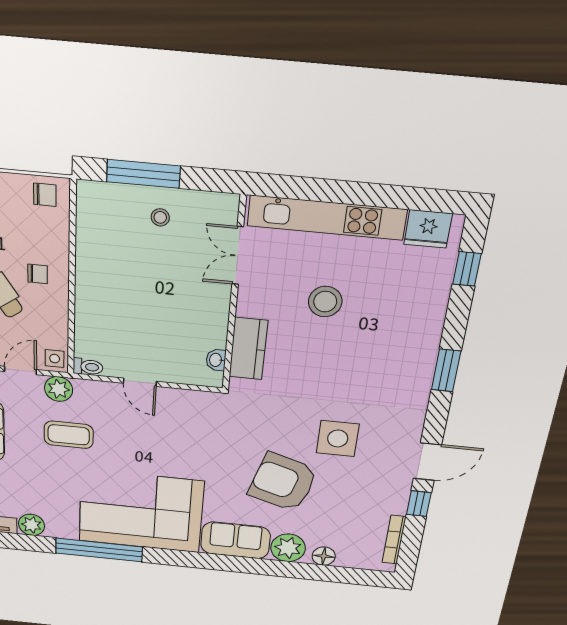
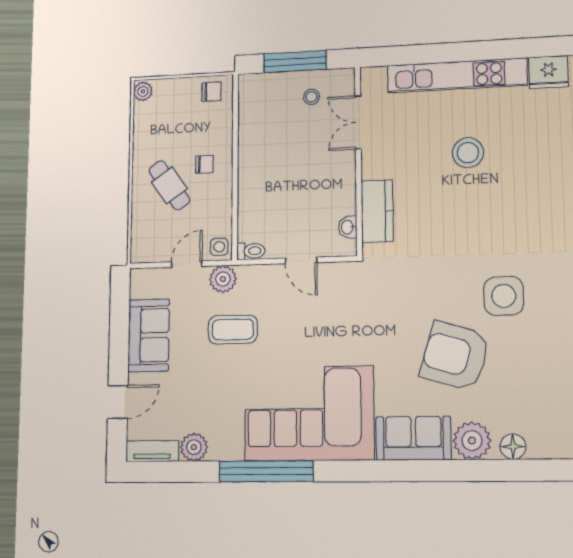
double door: (238, 256) -> (358, 122), moved
wall: (234, 296) -> (358, 160), moved
kitchen counter: (248, 349) -> (377, 211), moved
washbasin: (216, 360) -> (348, 227), moved

